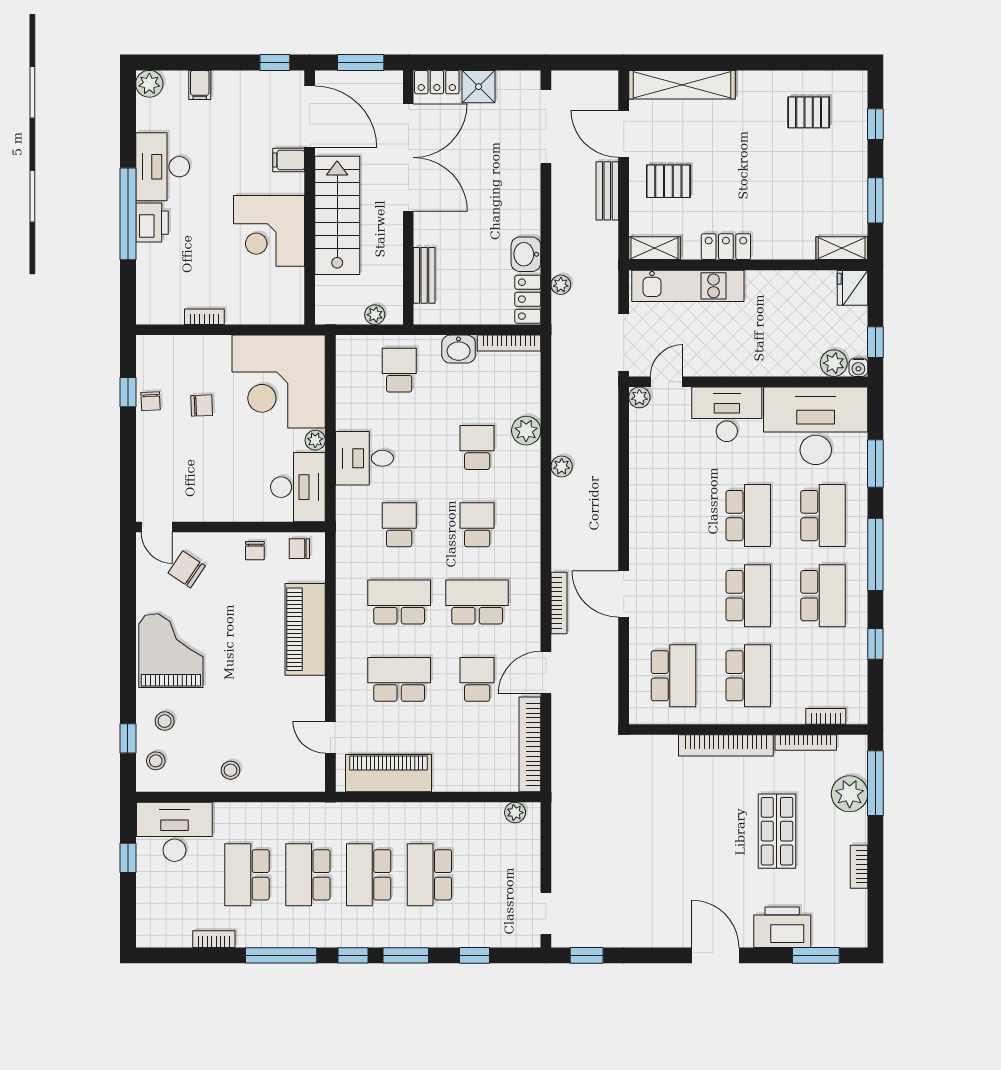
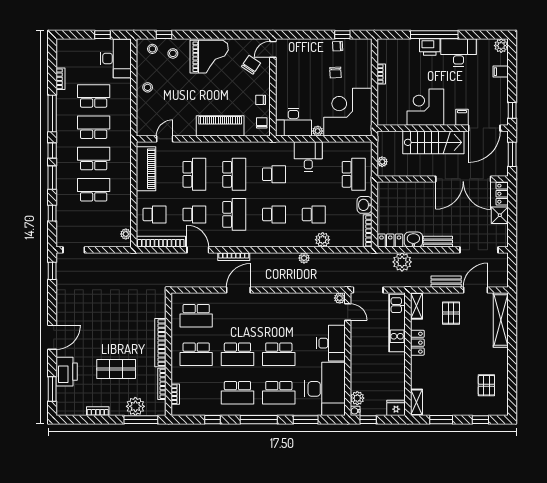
bench: (424, 275) -> (438, 242), moved
plant: (561, 285) -> (402, 262), width x1.88, depth x1.88
school desk: (399, 370) -> (354, 174), width x1.85
school desk: (477, 757) -> (155, 214), added

